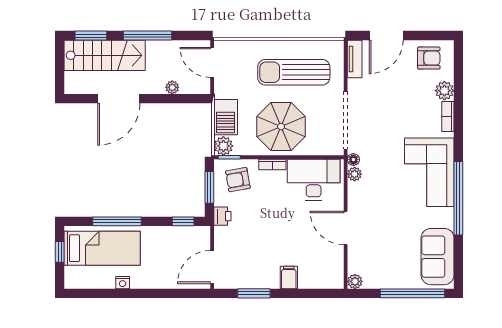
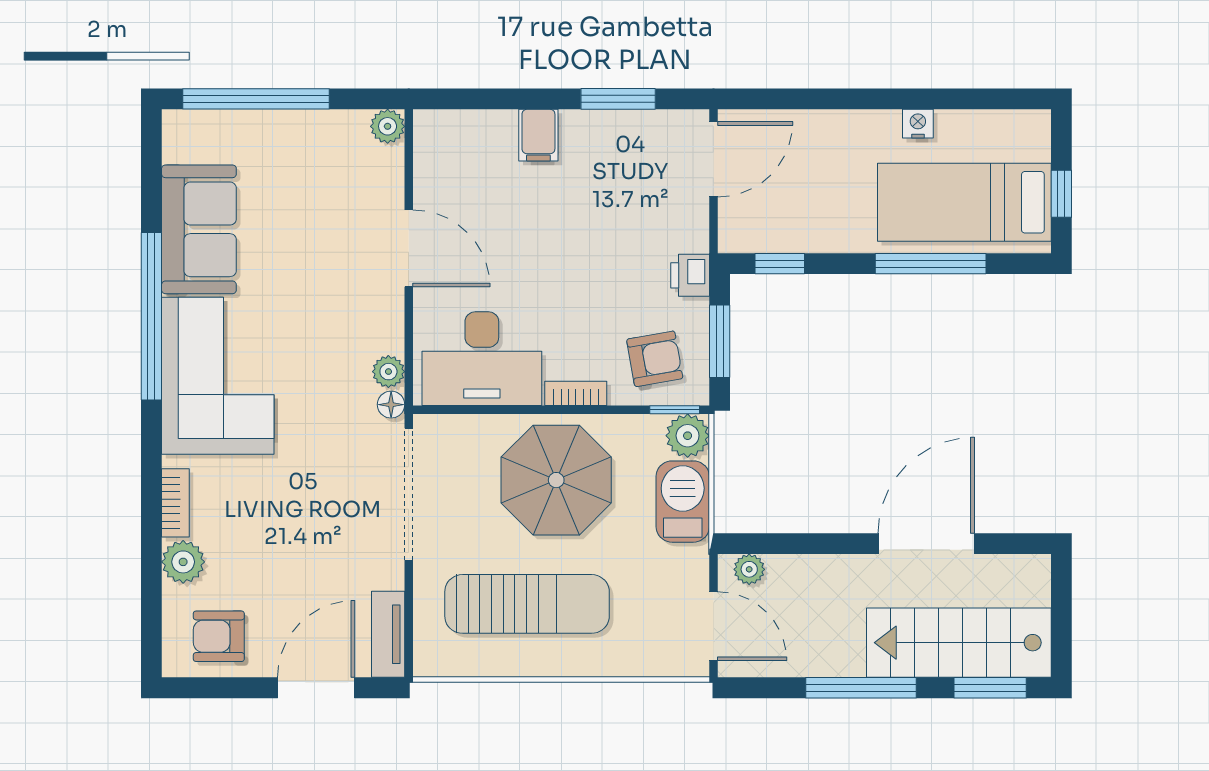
plant: (172, 87) -> (749, 569), moved
sofa: (438, 257) -> (199, 229), moved

